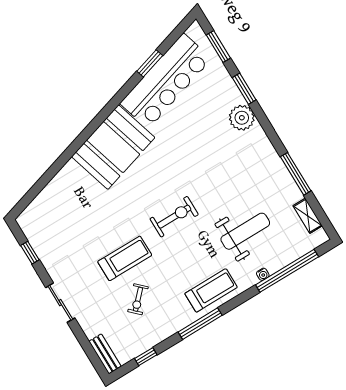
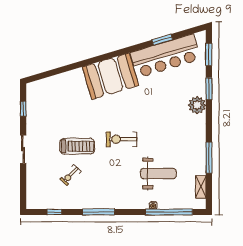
exercise bike: (174, 217) -> (122, 139), turned 180
treadmill: (211, 290) -> (117, 196), removed
bench: (105, 354) -> (31, 196), removed

